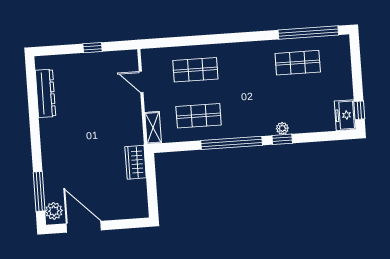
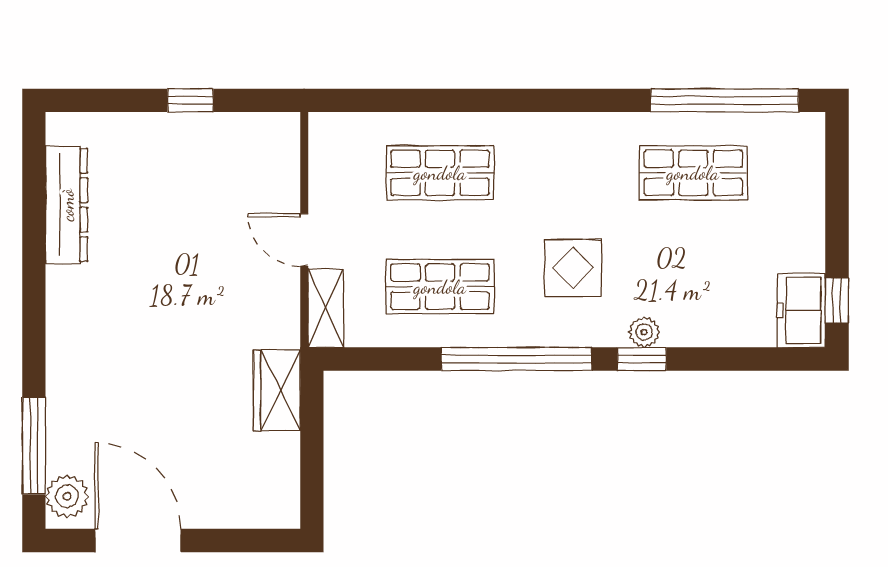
door: (141, 82) -> (304, 240), moved
display table: (252, 104) -> (573, 268), added

